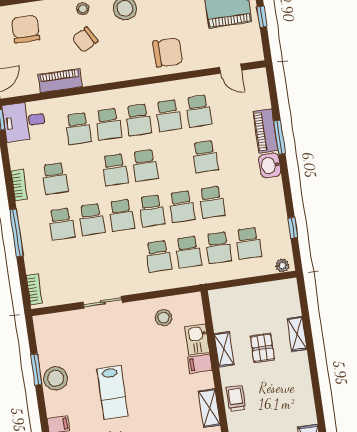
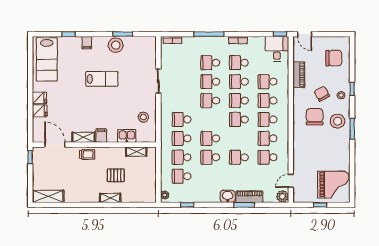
chair: (168, 52) -> (315, 117), moved, turned 180
plant: (257, 78) -> (282, 196), added
school desk: (152, 211) -> (239, 82), moved
shelving: (297, 334) -> (110, 198), moved
shelving: (224, 349) -> (136, 152), moved
filing cabinet: (200, 364) -> (101, 135), moved
lab bench: (112, 392) -> (102, 79), turned 180

